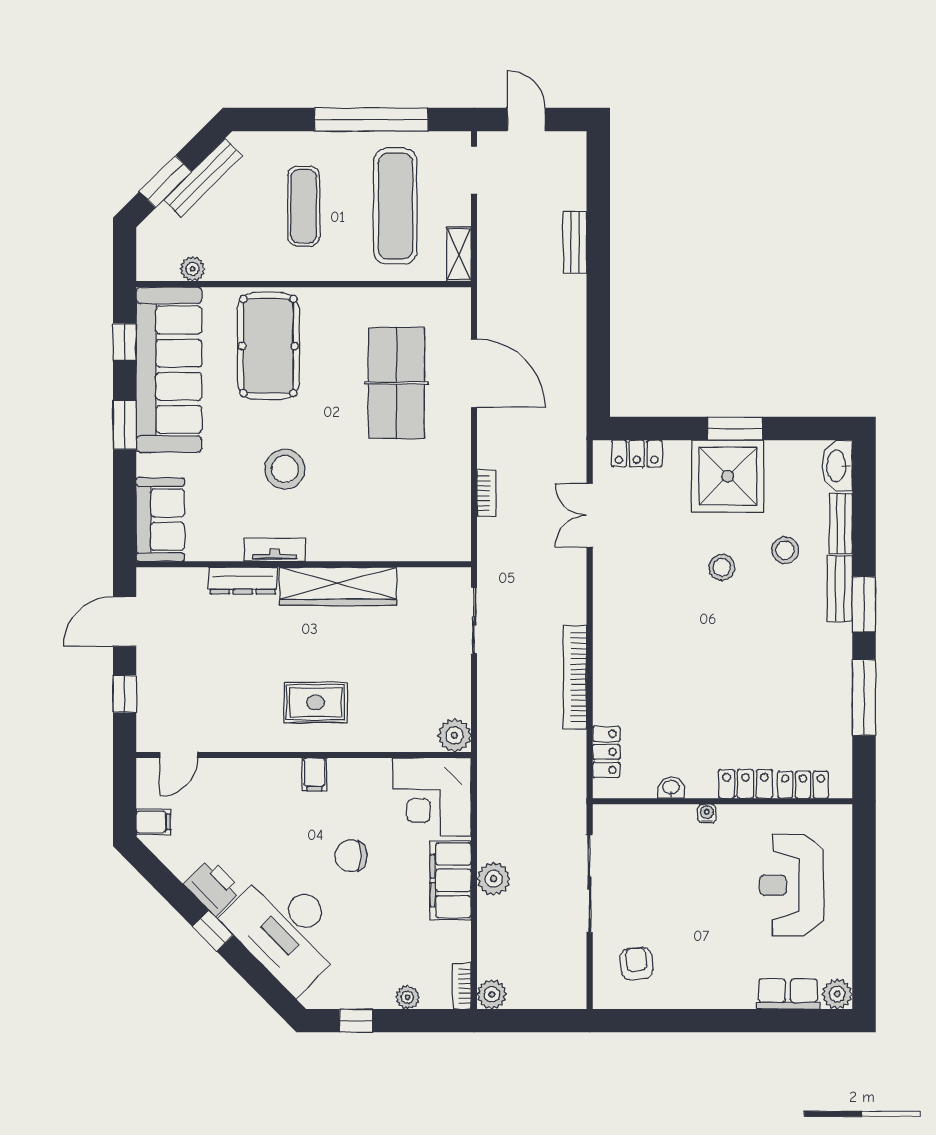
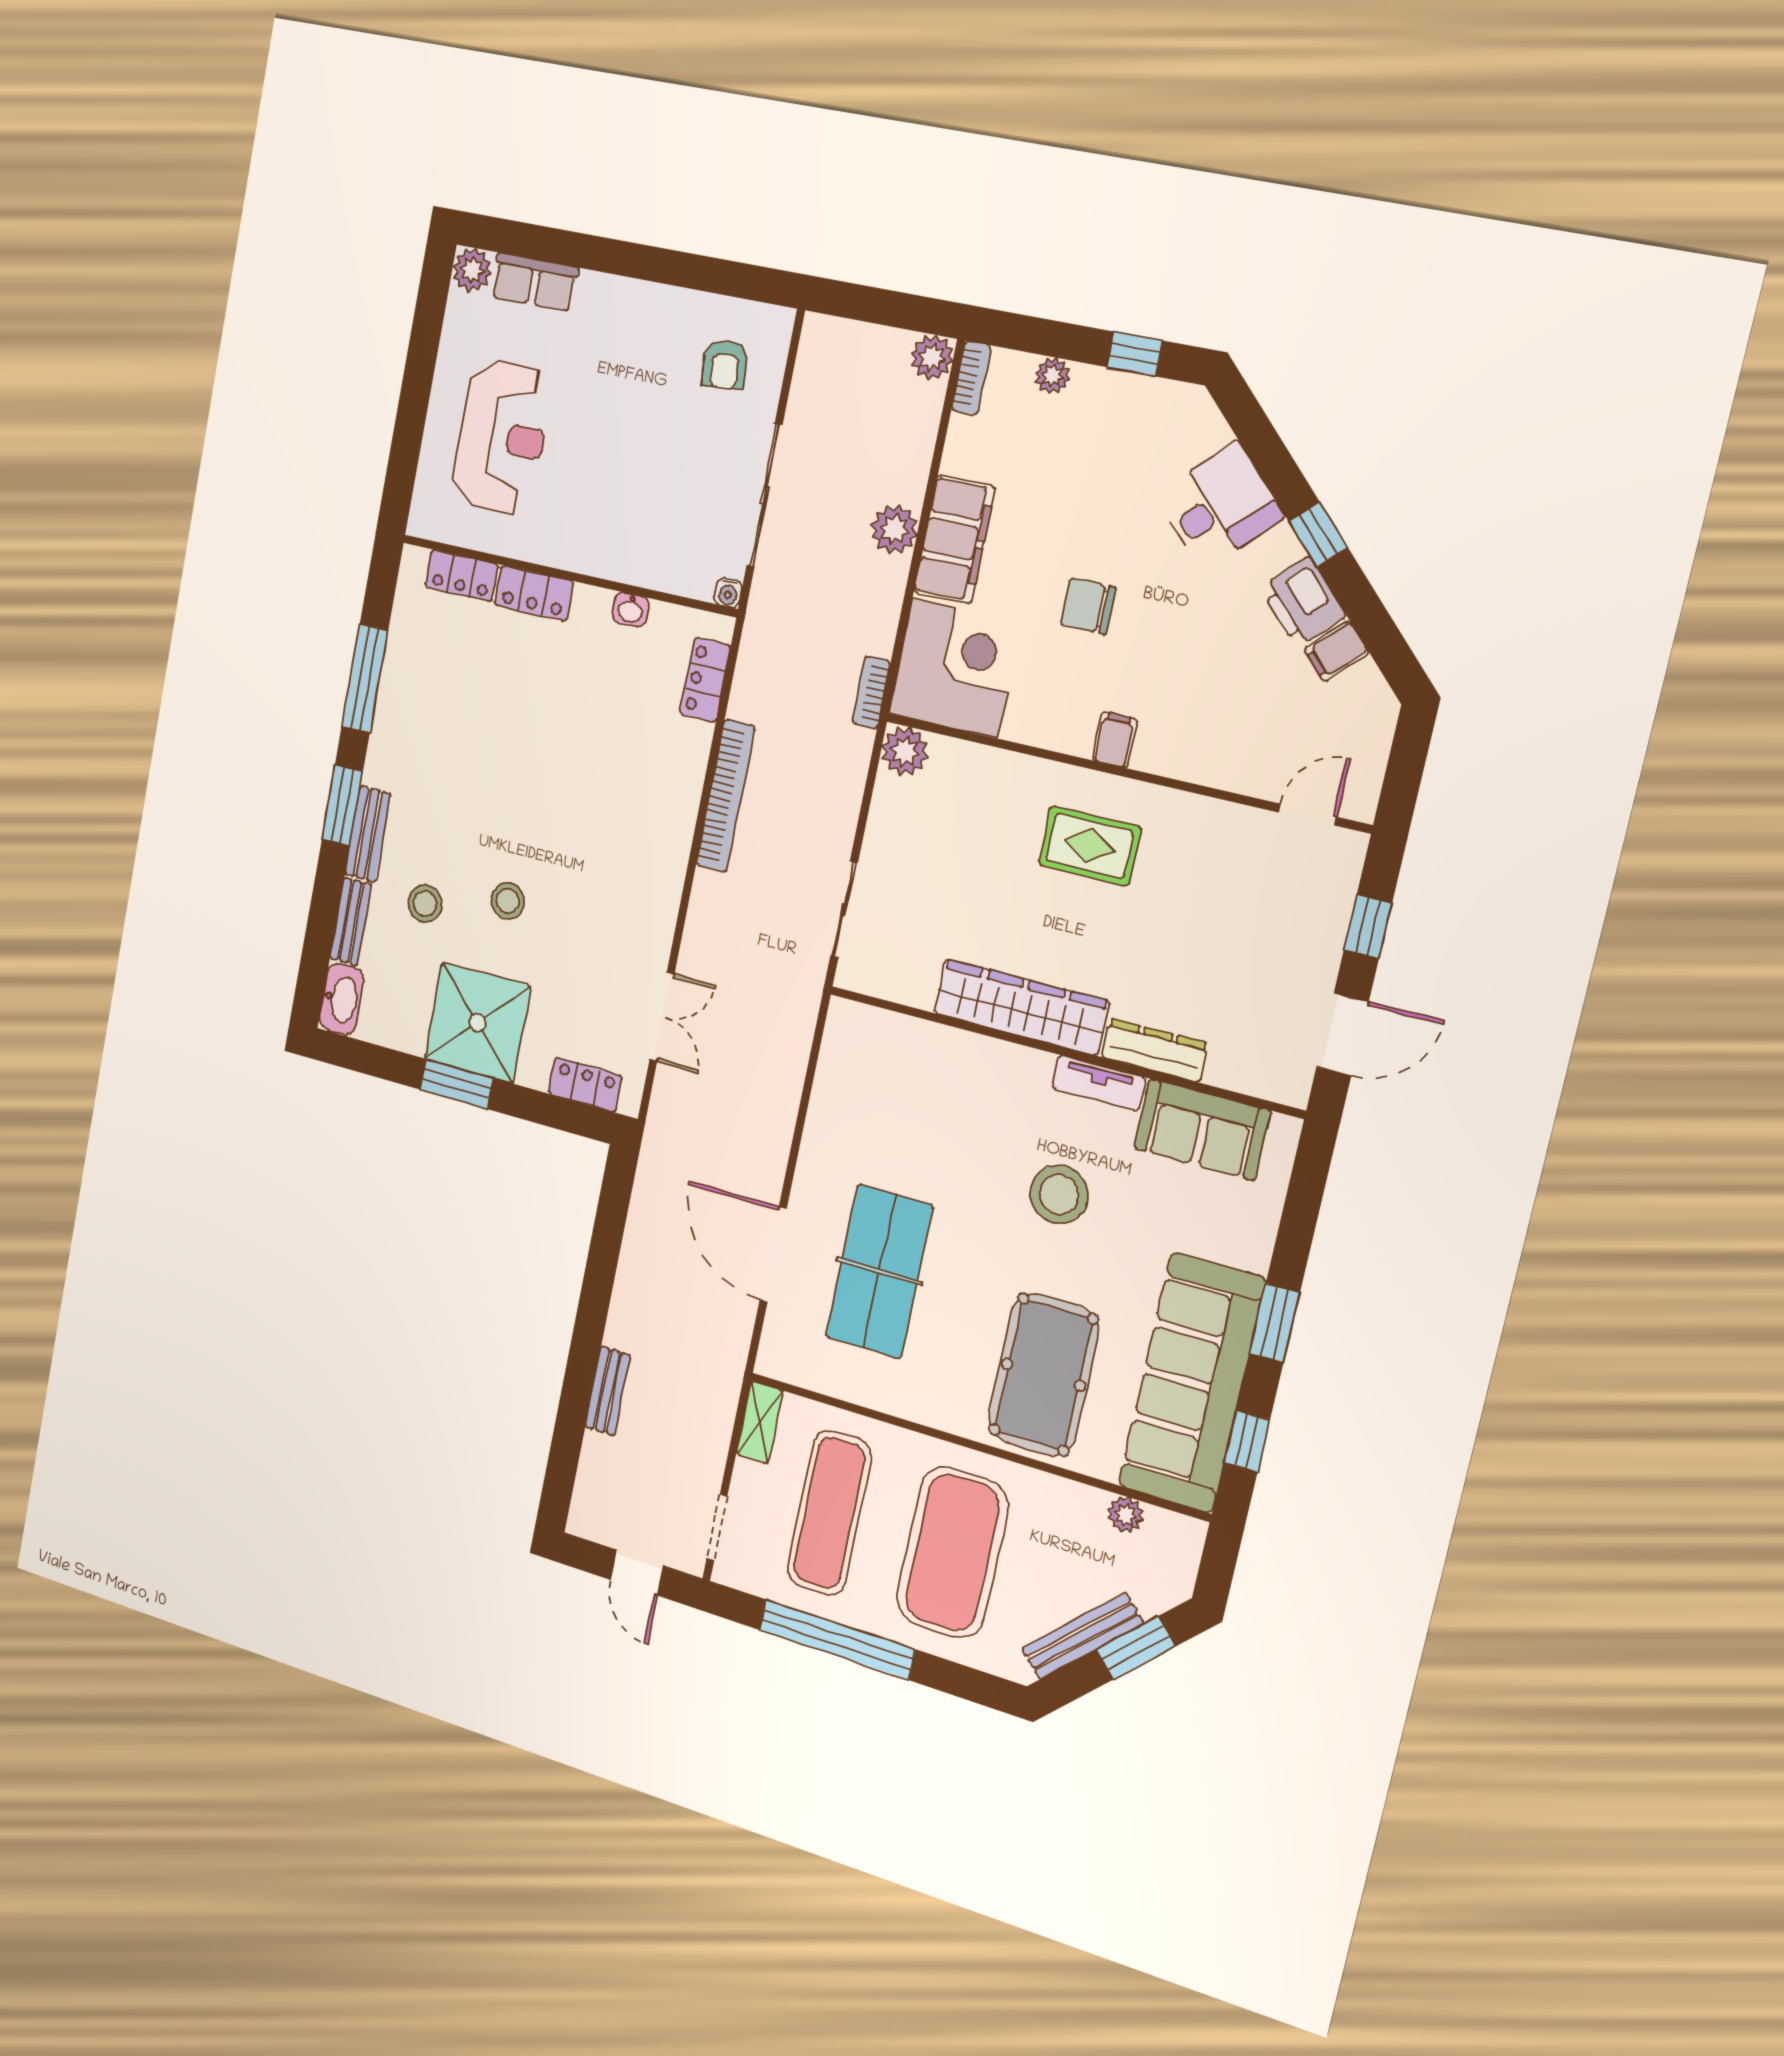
exercise mat: (304, 206) -> (952, 1552), width x2.00, depth x1.45
bookcase: (486, 493) -> (871, 692), moved
sofa: (160, 520) -> (1202, 1130), moved, turned -90
water cooler: (707, 813) -> (728, 593), moved
filing cabinet: (153, 822) -> (1336, 651), moved, turned -45
chair: (351, 856) -> (1088, 606), turned 180
desk: (286, 929) -> (1220, 506), width x0.53, depth x0.77

